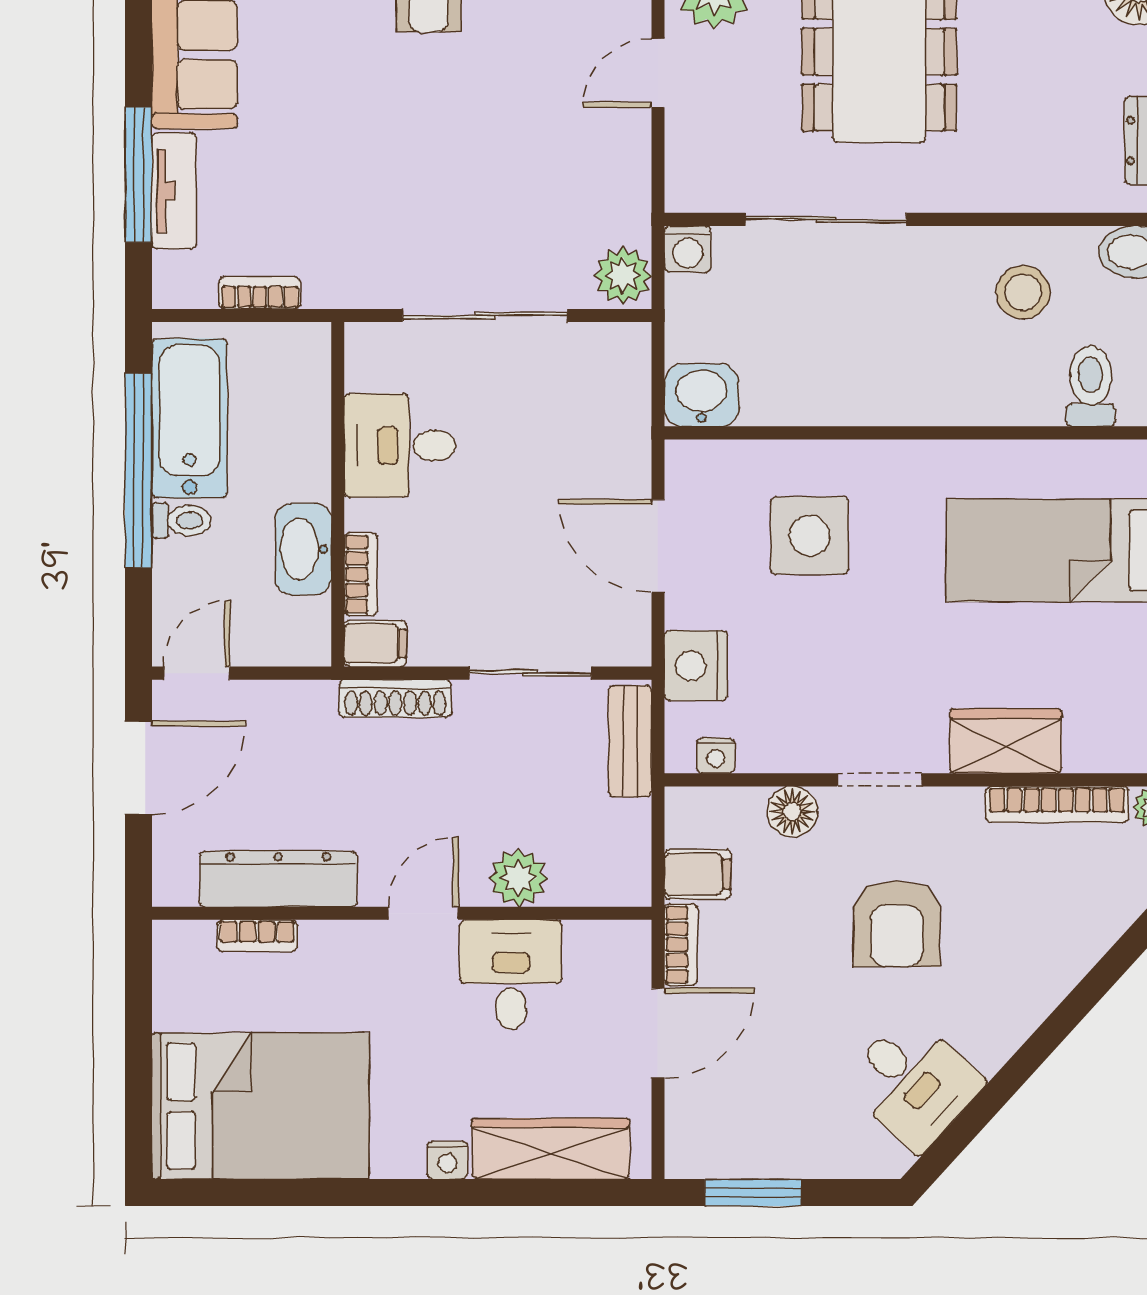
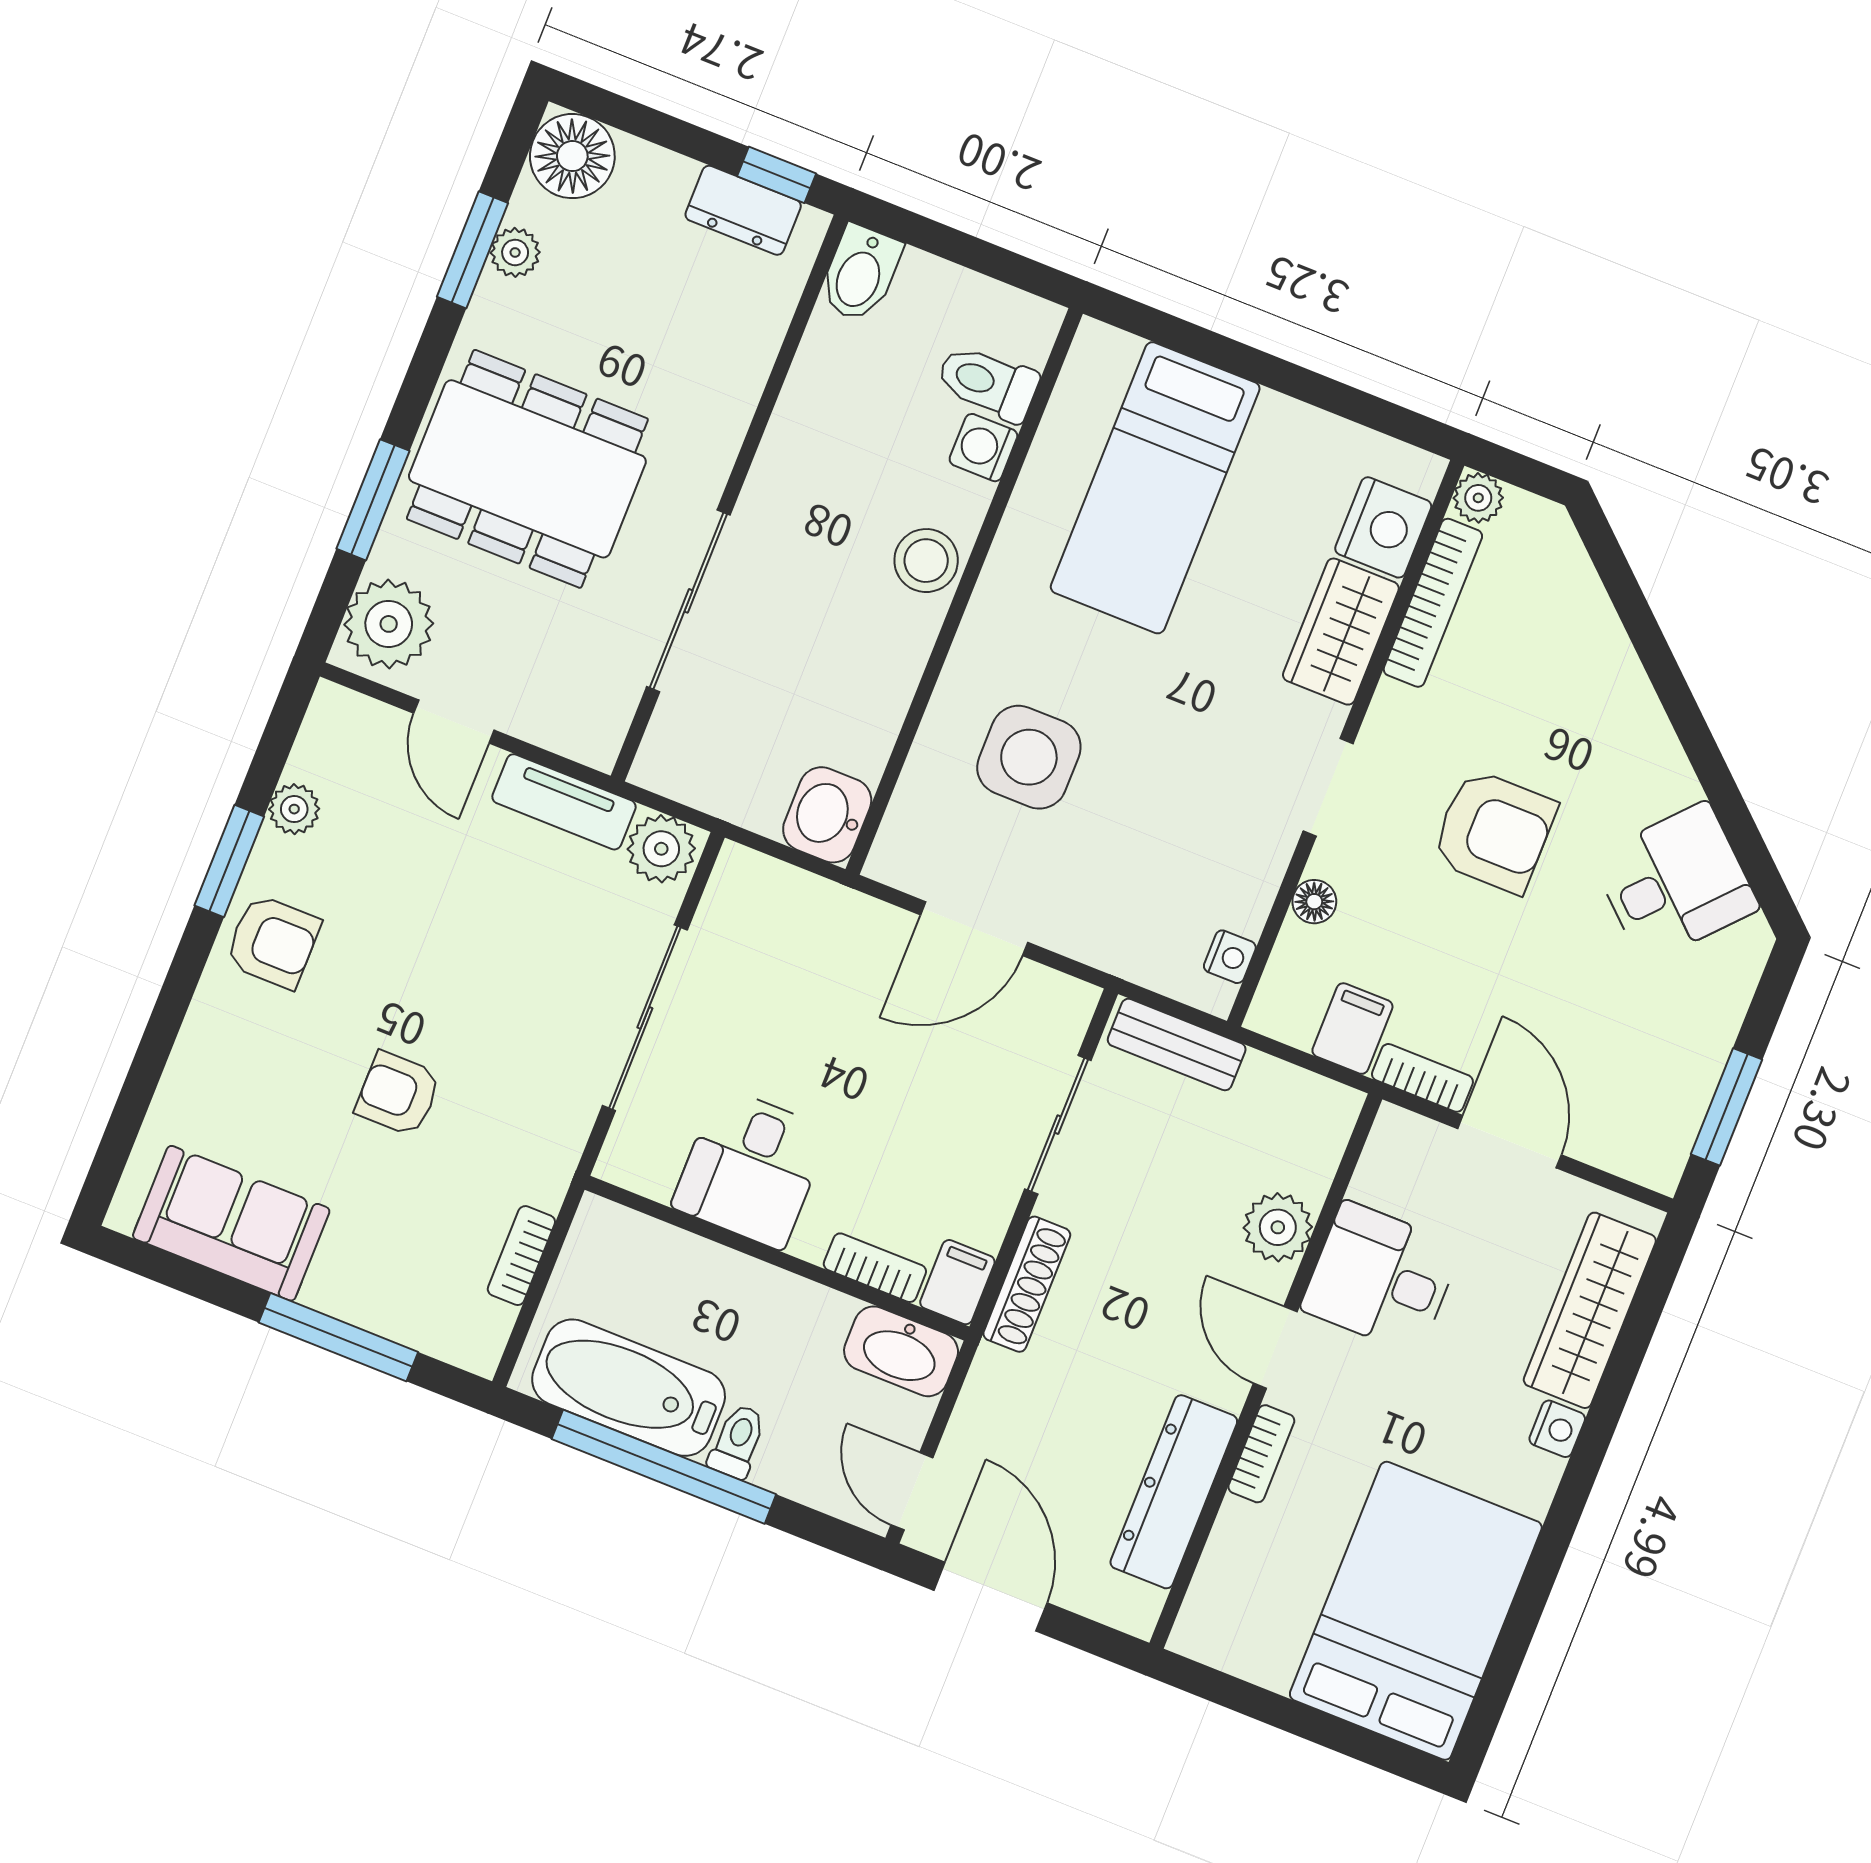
armchair: (348, 145) -> (398, 1094), added
tv unit: (174, 191) -> (564, 802), moved, turned 180
washing machine: (688, 249) -> (983, 448), moved, turned 180
stool: (1023, 292) -> (926, 561), moved
washbasin: (303, 549) -> (901, 1351), moved
nightstand: (696, 666) -> (1383, 527), moved, turned -90
floor lamp: (792, 812) -> (1314, 902), width x0.73, depth x0.73
bookcase: (257, 936) -> (1261, 1454), moved

